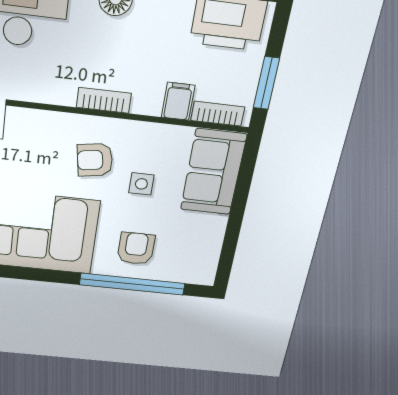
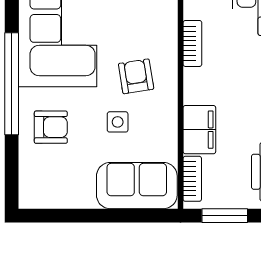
bookcase: (104, 100) -> (192, 43), moved
filing cabinet: (178, 101) -> (199, 130), width x2.00
window: (132, 284) -> (12, 84), moved

